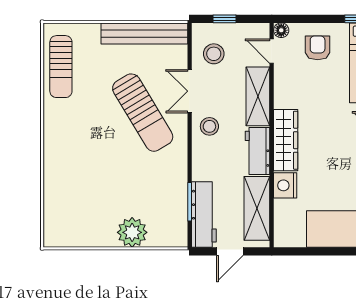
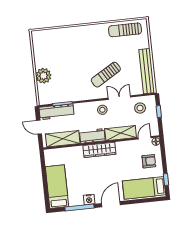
sun lounger: (143, 113) -> (106, 75), width x0.73, depth x0.75
nightstand: (285, 185) -> (76, 152), removed

